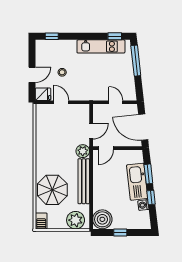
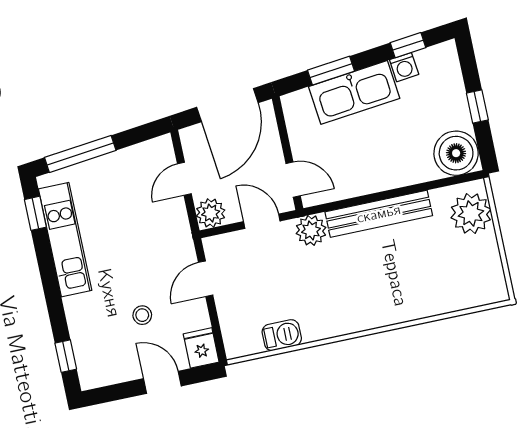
door: (61, 102) -> (206, 279), moved
plant: (99, 110) -> (211, 213), added
parasol: (52, 190) -> (413, 281), removed
window: (151, 198) -> (408, 45), moved
barbecue: (41, 221) -> (282, 335), moved

